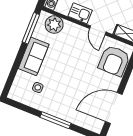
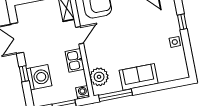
side table: (38, 87) -> (175, 42), moved
window: (55, 120) -> (182, 22), width x0.46

